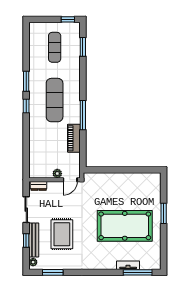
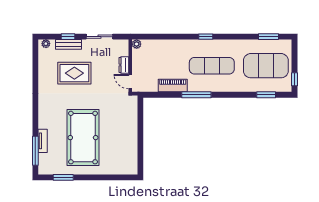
exercise mat: (55, 47) -> (266, 66), width x2.00, depth x1.45
window: (26, 81) -> (268, 37), moved
plant: (57, 174) -> (137, 44), moved
dresser: (39, 186) -> (124, 65), moved
window: (164, 213) -> (63, 177), moved
bench: (34, 240) -> (68, 44), width x0.73
window: (53, 272) -> (35, 64), removed

